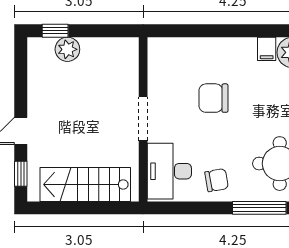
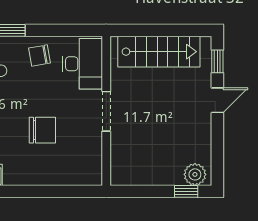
plant: (67, 49) -> (195, 174), moved

